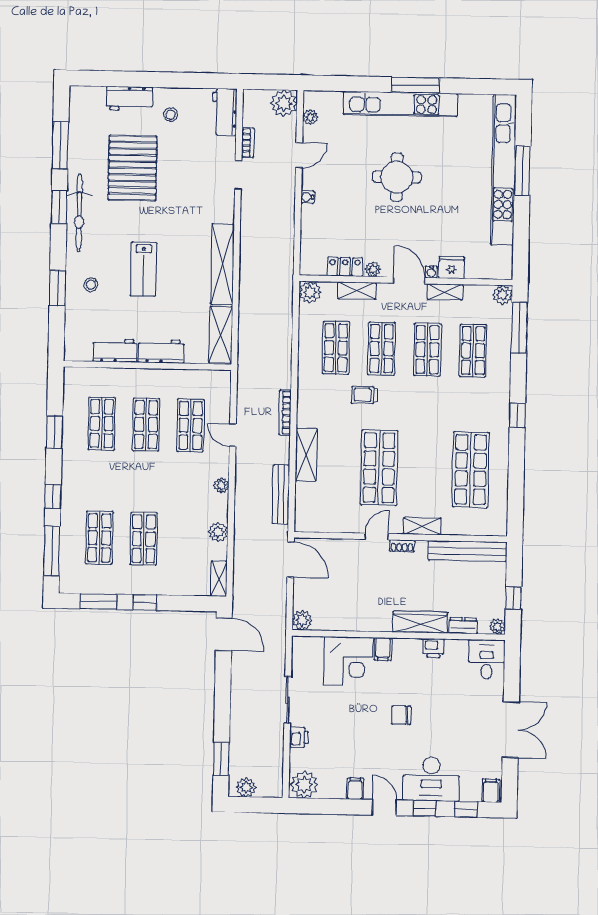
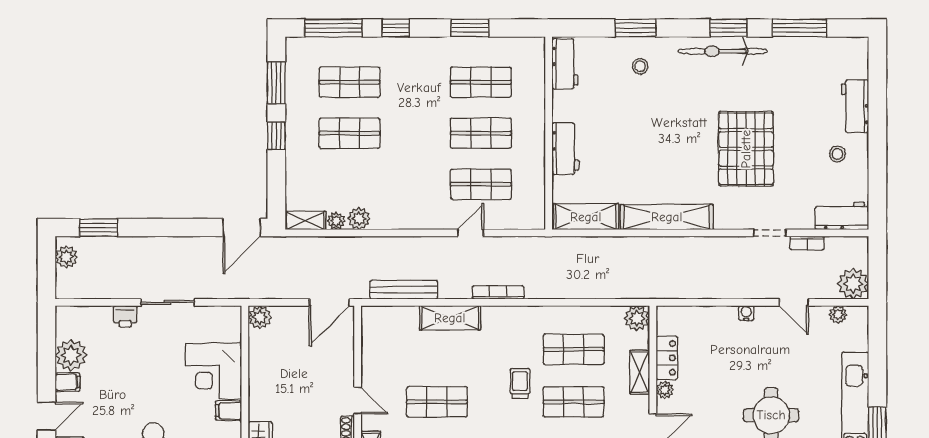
pallet: (133, 168) -> (746, 149), moved, turned 90
lab bench: (143, 269) -> (659, 126), removed
workbench: (115, 351) -> (565, 64), moved
shop shelf: (379, 468) -> (437, 402), width x0.70, depth x0.74
plant: (221, 485) -> (336, 221), moved
plant: (304, 785) -> (71, 355), moved

